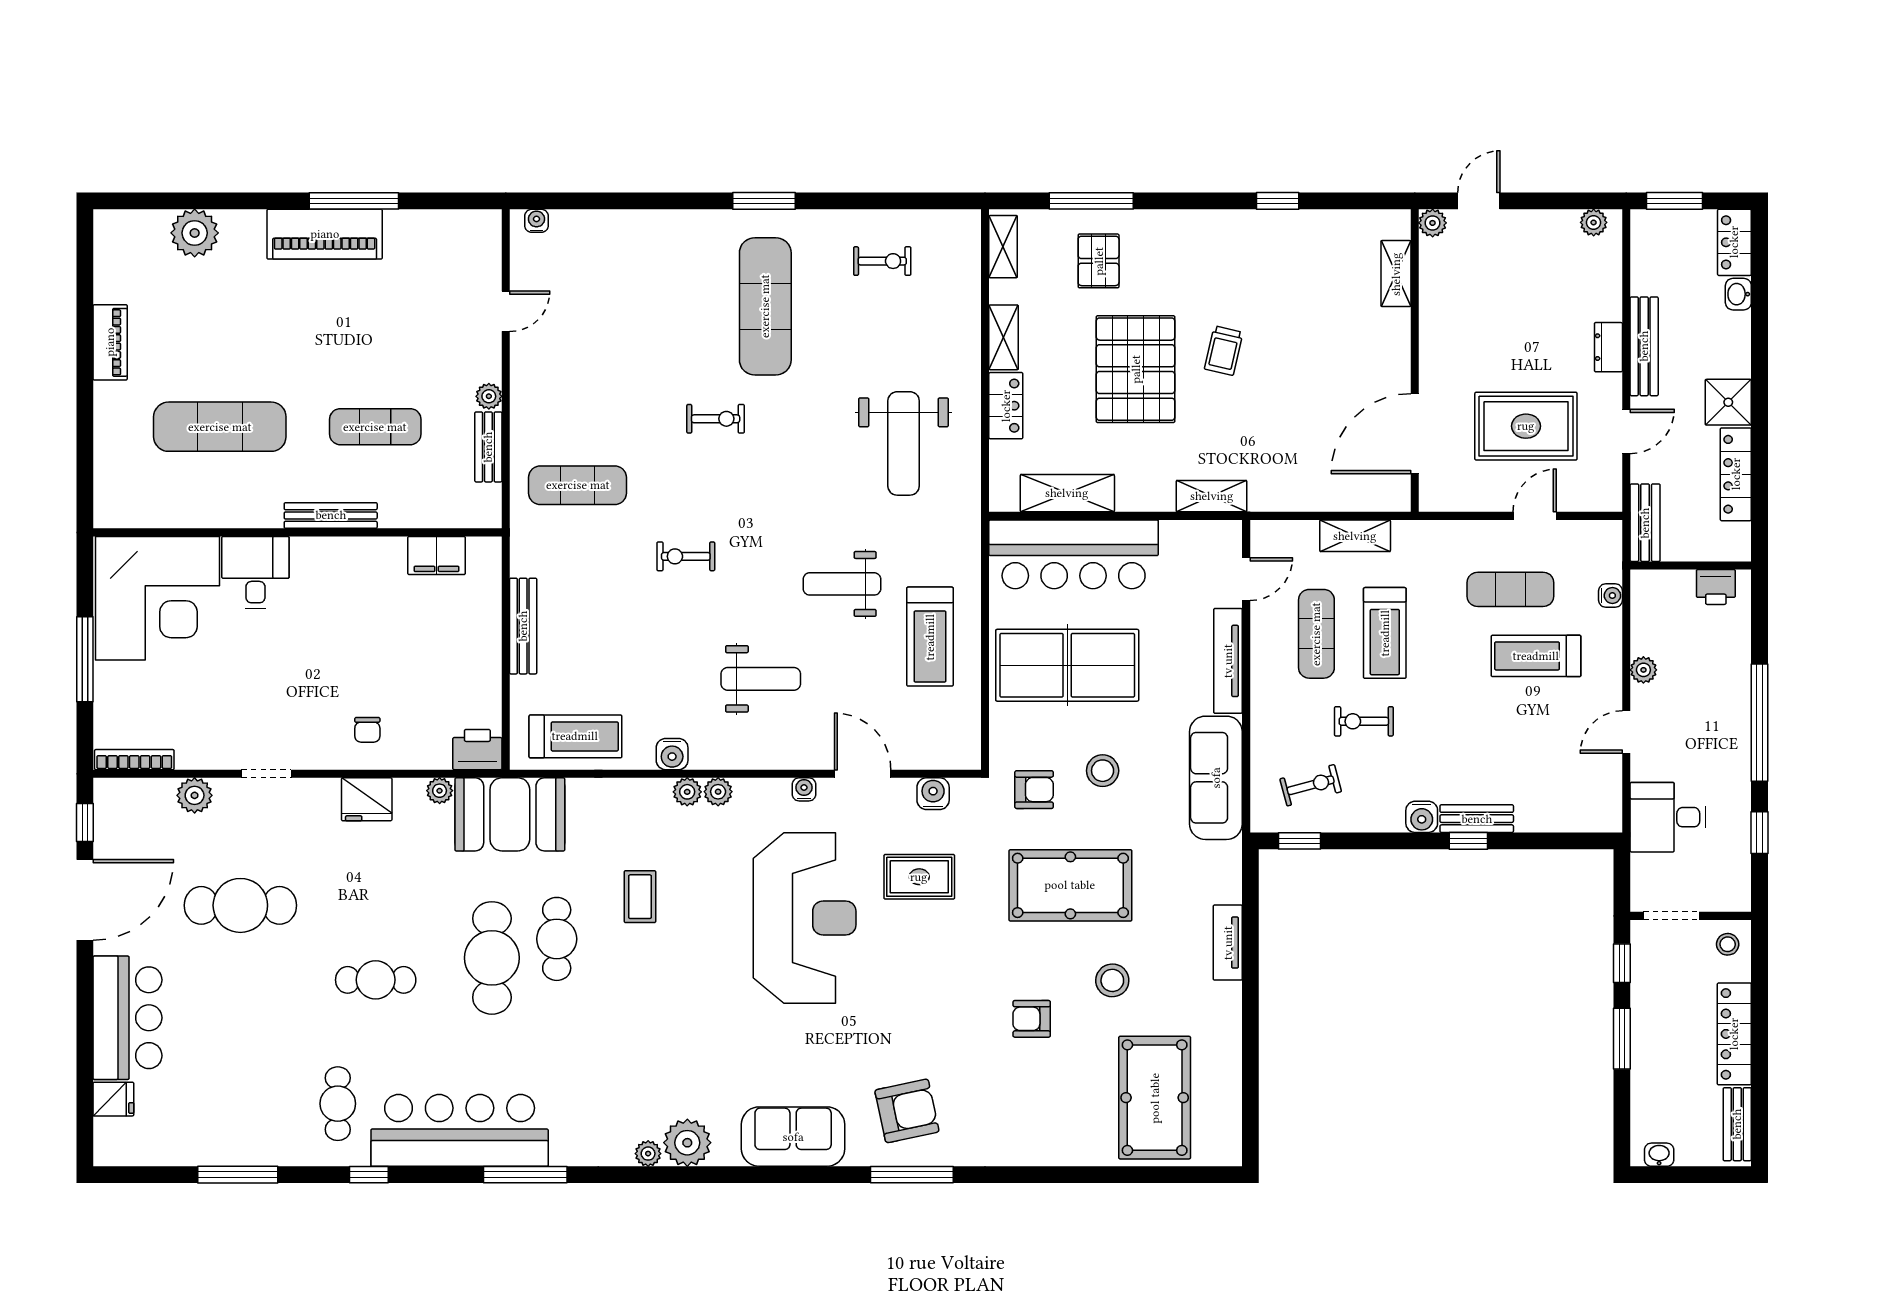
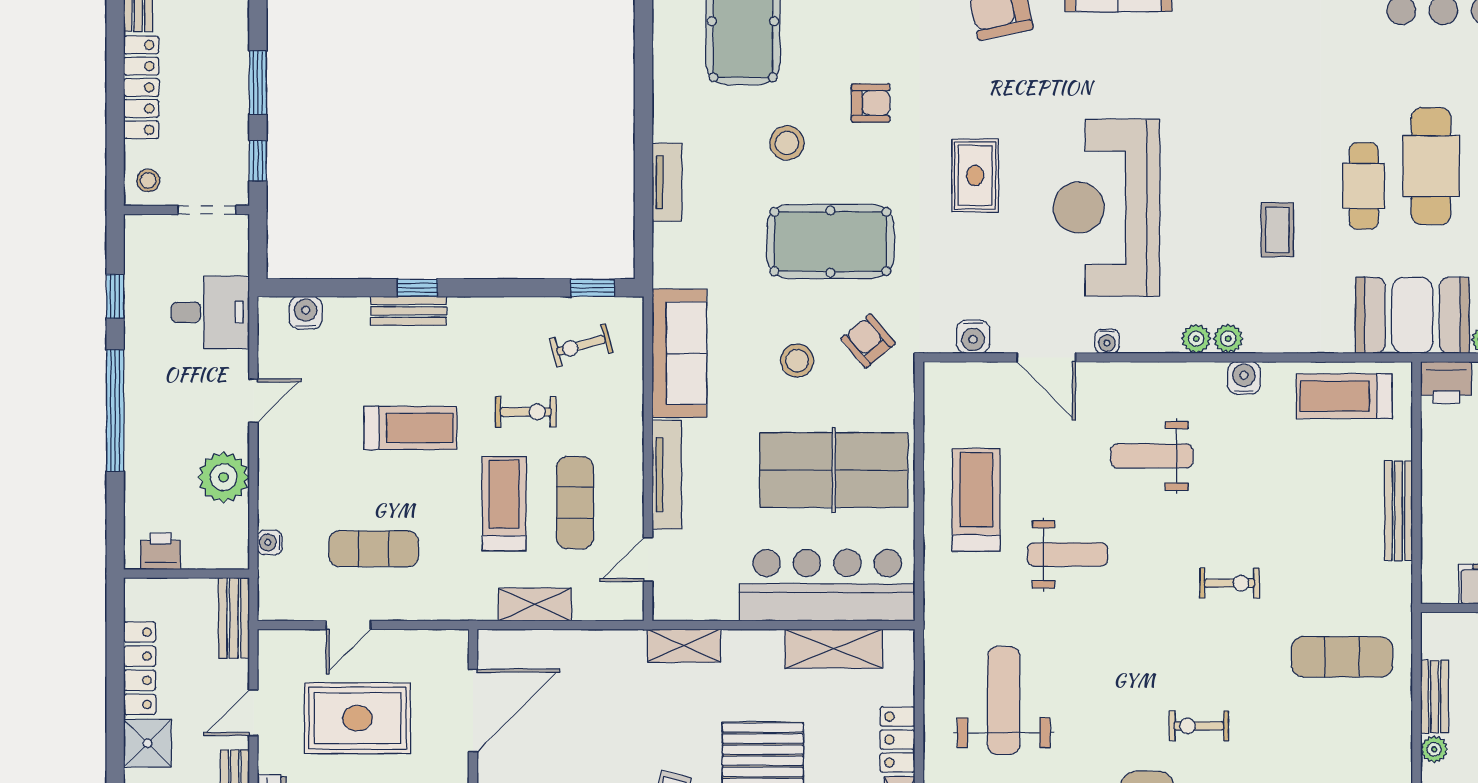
treadmill: (1536, 656) -> (410, 428), moved
plant: (1643, 670) -> (224, 477), width x1.88, depth x1.88
armchair: (1034, 790) -> (868, 341), turned 50
water cooler: (1422, 817) -> (306, 313), moved
rug: (919, 877) -> (975, 176), moved, turned 90

